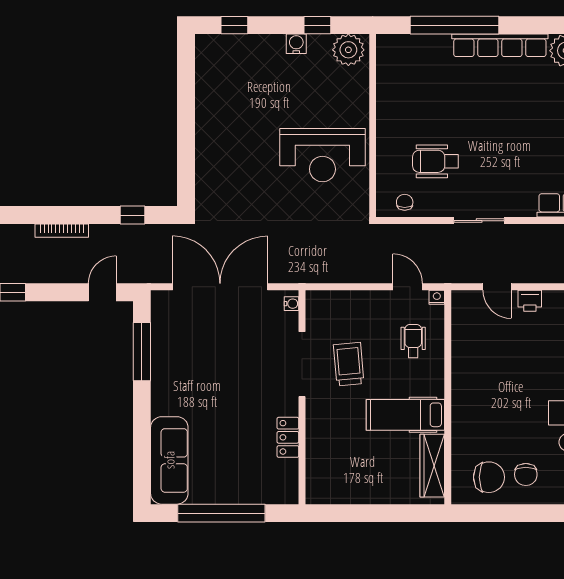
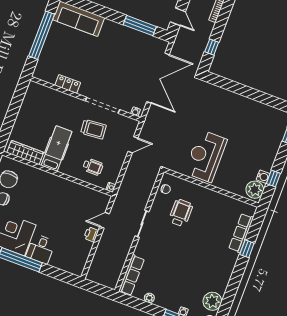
window: (455, 25) -> (247, 249), width x0.32
water cooler: (296, 44) -> (263, 177), moved
row of seats: (500, 45) -> (241, 233), moved, width x0.73
door: (408, 287) -> (133, 145), moved

